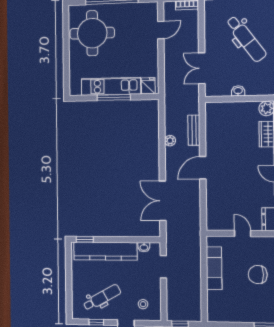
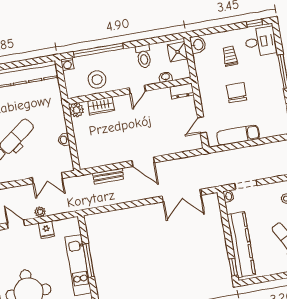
fridge: (148, 86) -> (46, 230), moved, turned -90
plant: (170, 141) -> (40, 212), moved
door: (243, 233) -> (202, 125), moved
washbasin: (144, 247) -> (228, 196), moved
chair: (258, 275) -> (237, 93), turned 180

